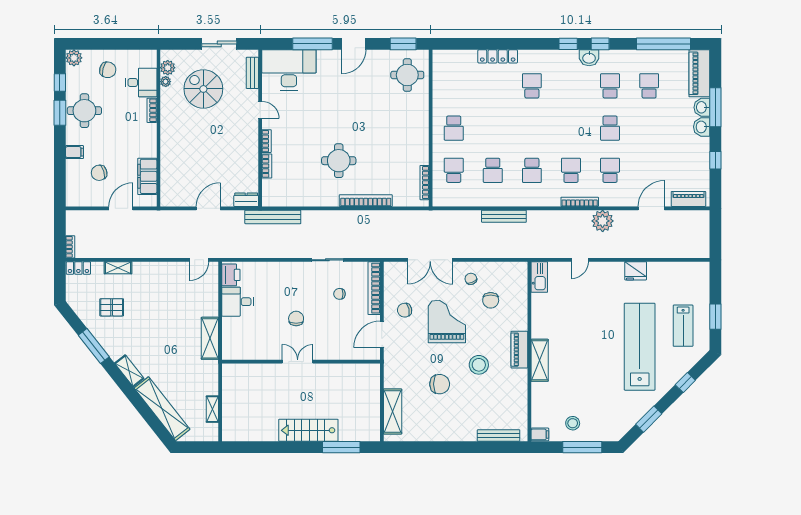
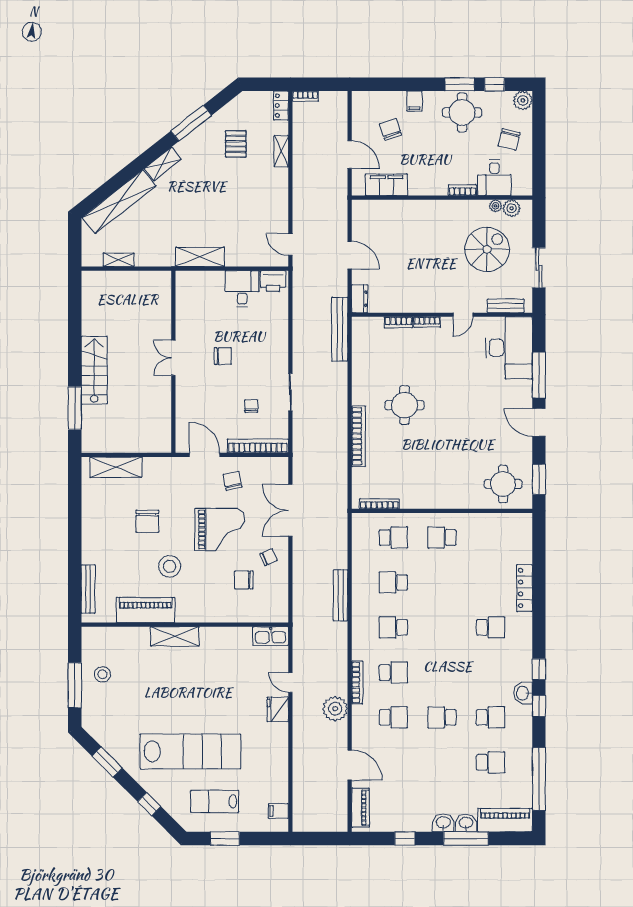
fridge: (636, 271) -> (278, 709), moved
piano: (519, 350) -> (146, 610), moved, width x1.37, depth x1.33
double door: (298, 362) -> (173, 358), swing flipped
filing cabinet: (540, 434) -> (278, 811), moved, turned 90

